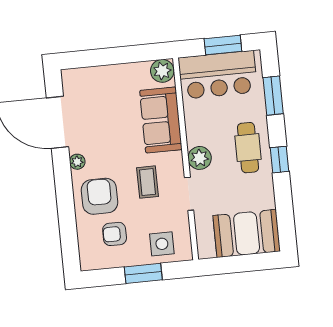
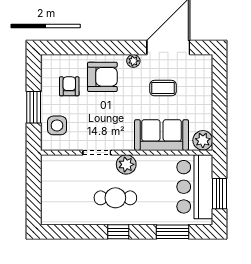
cafe table: (248, 148) -> (115, 198), moved
coffee table: (147, 182) -> (163, 88), moved
booth: (247, 233) -> (59, 198), removed

